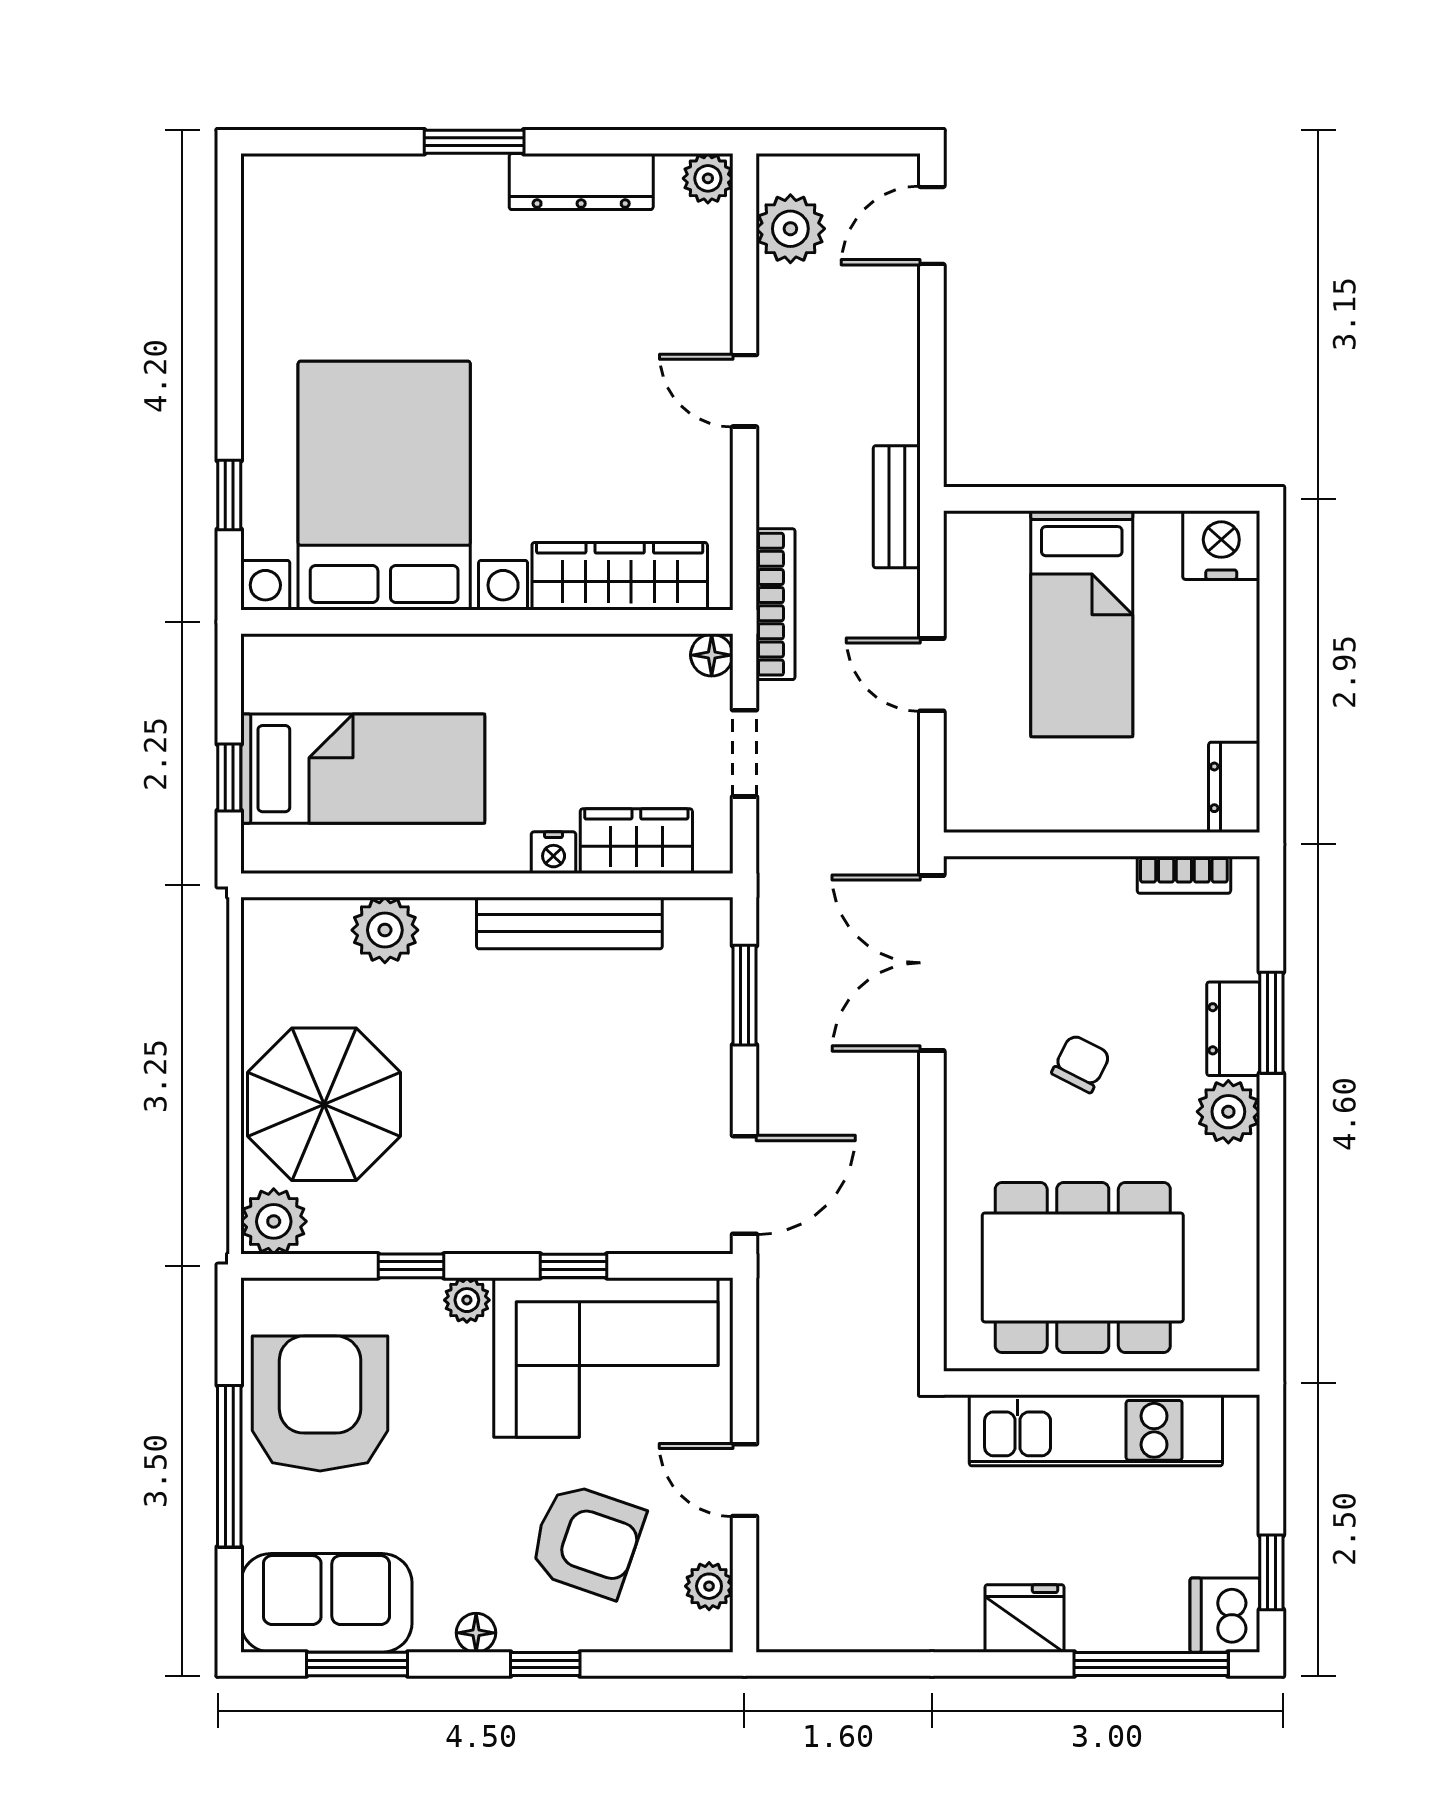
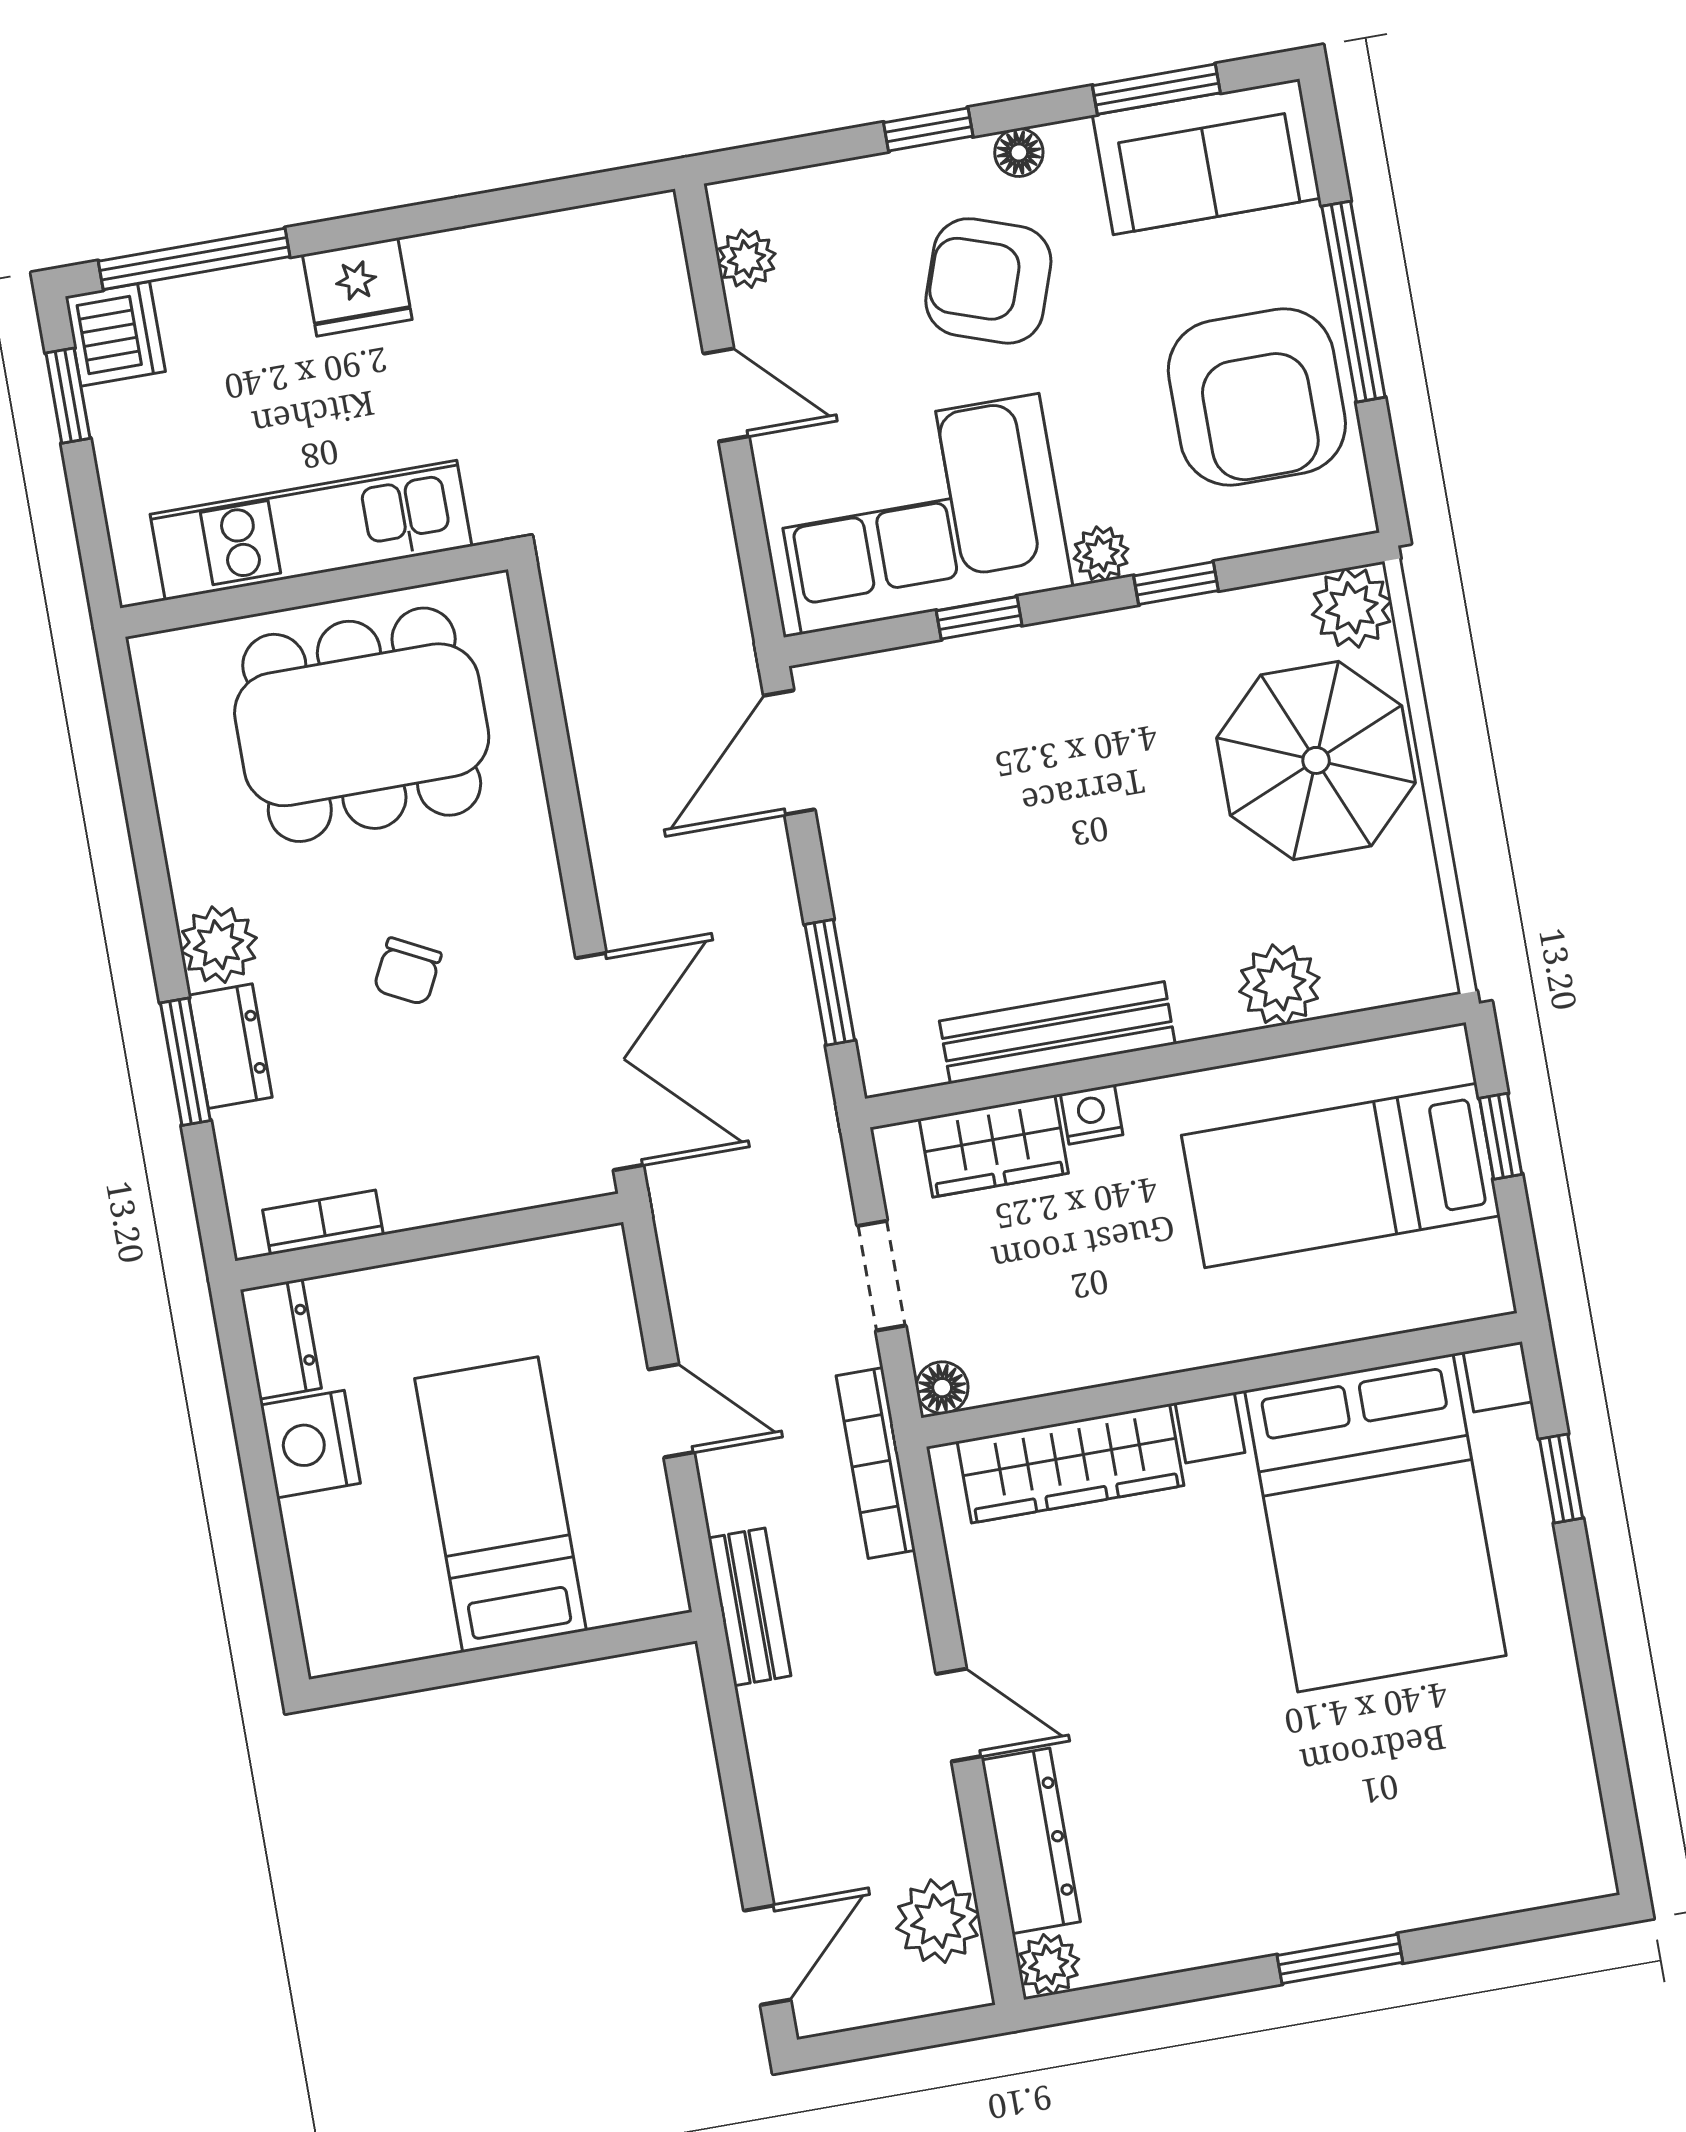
dresser: (581, 182) -> (1031, 1841), moved, turned 90
nightstand: (1221, 545) -> (310, 1444), moved, turned 90
armchair: (587, 1540) -> (988, 281), moved

